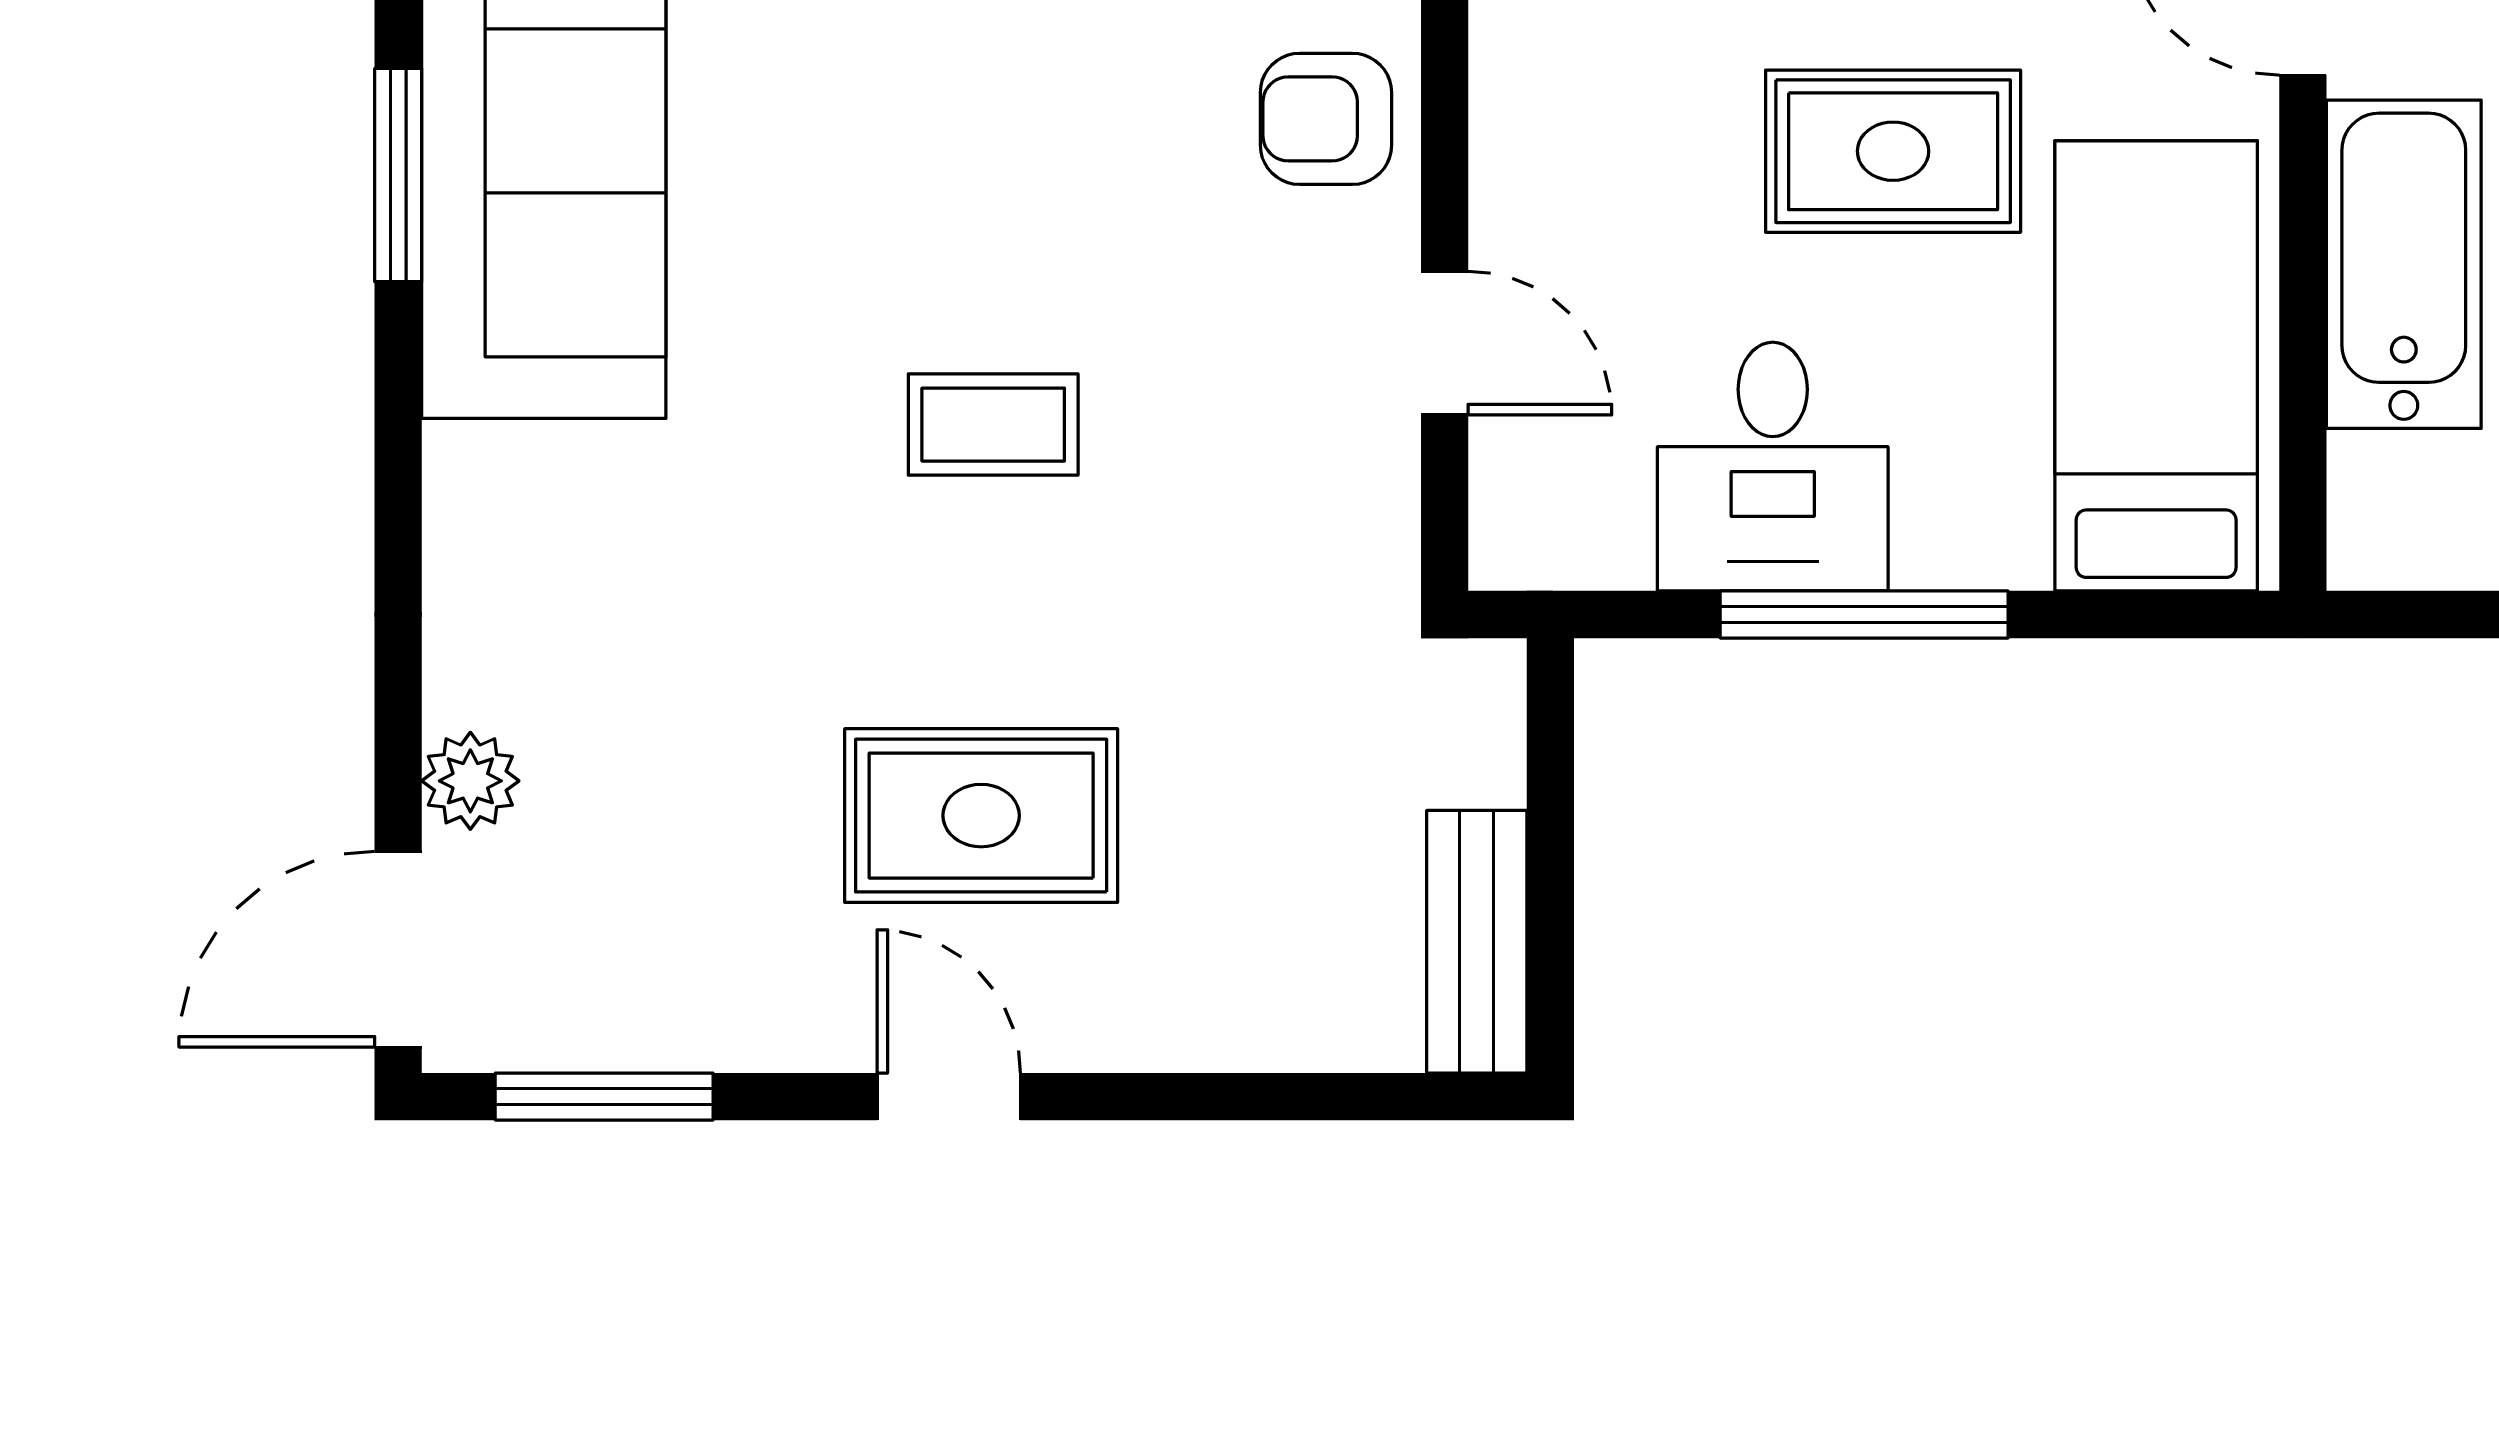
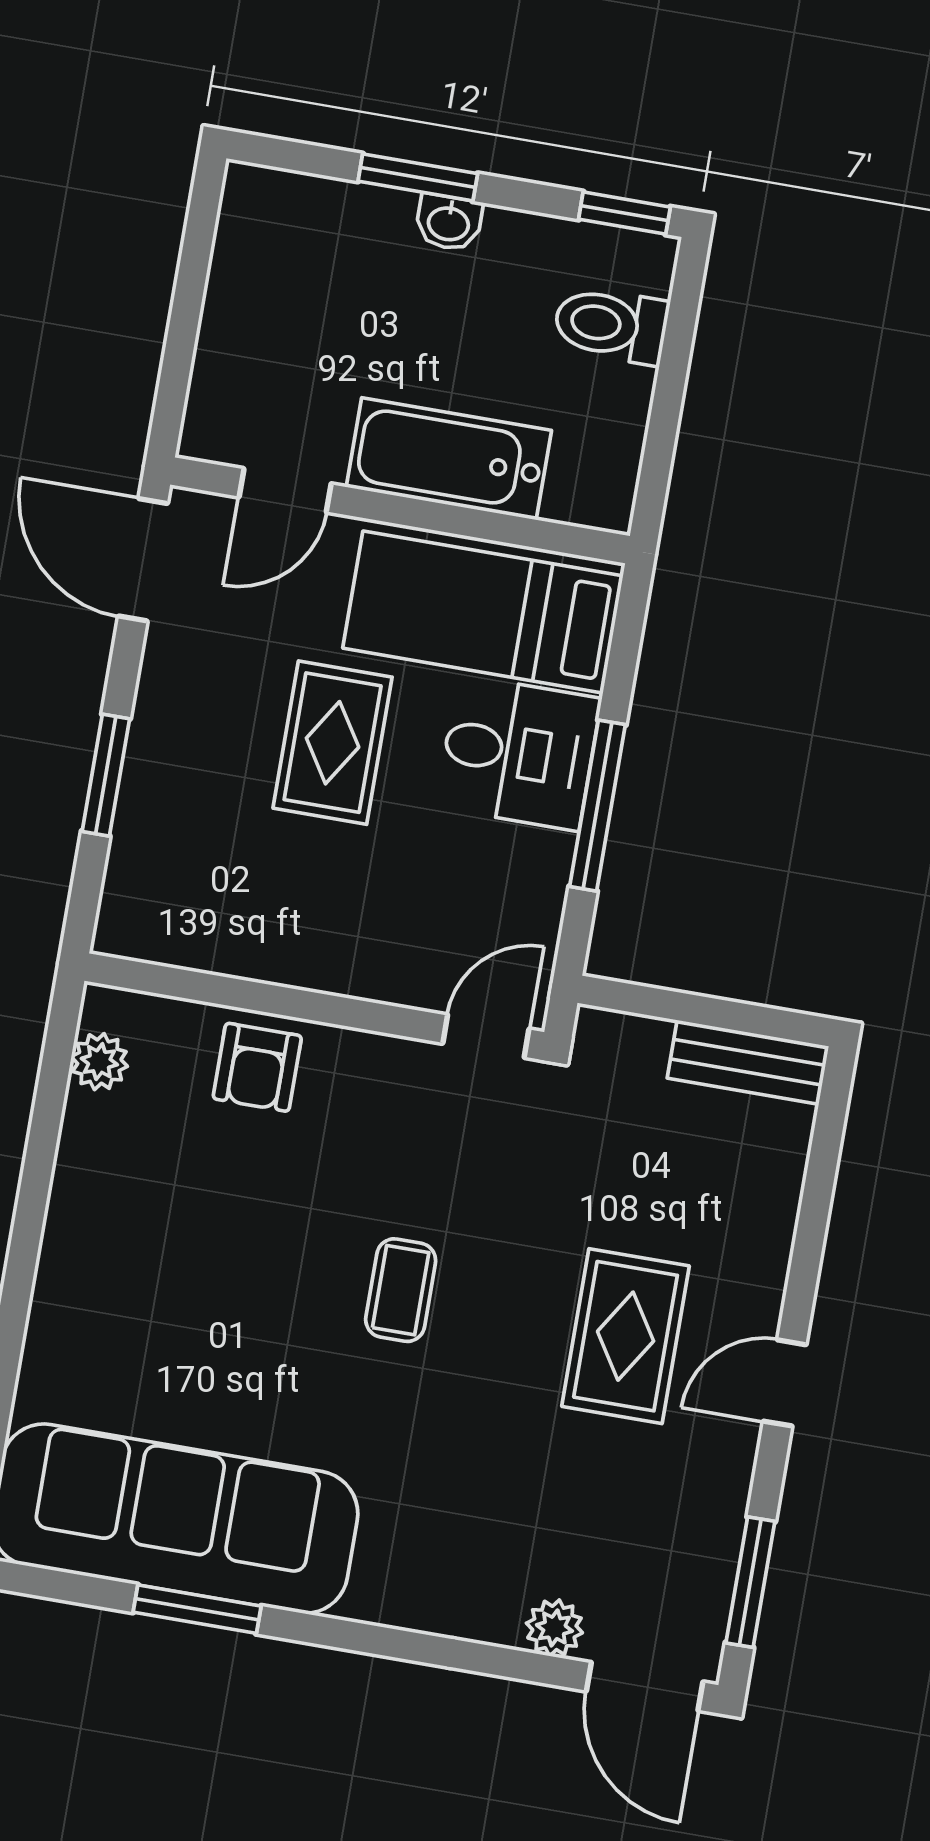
door: (1445, 343) -> (486, 1036), moved
desk: (1773, 467) -> (519, 753), moved

